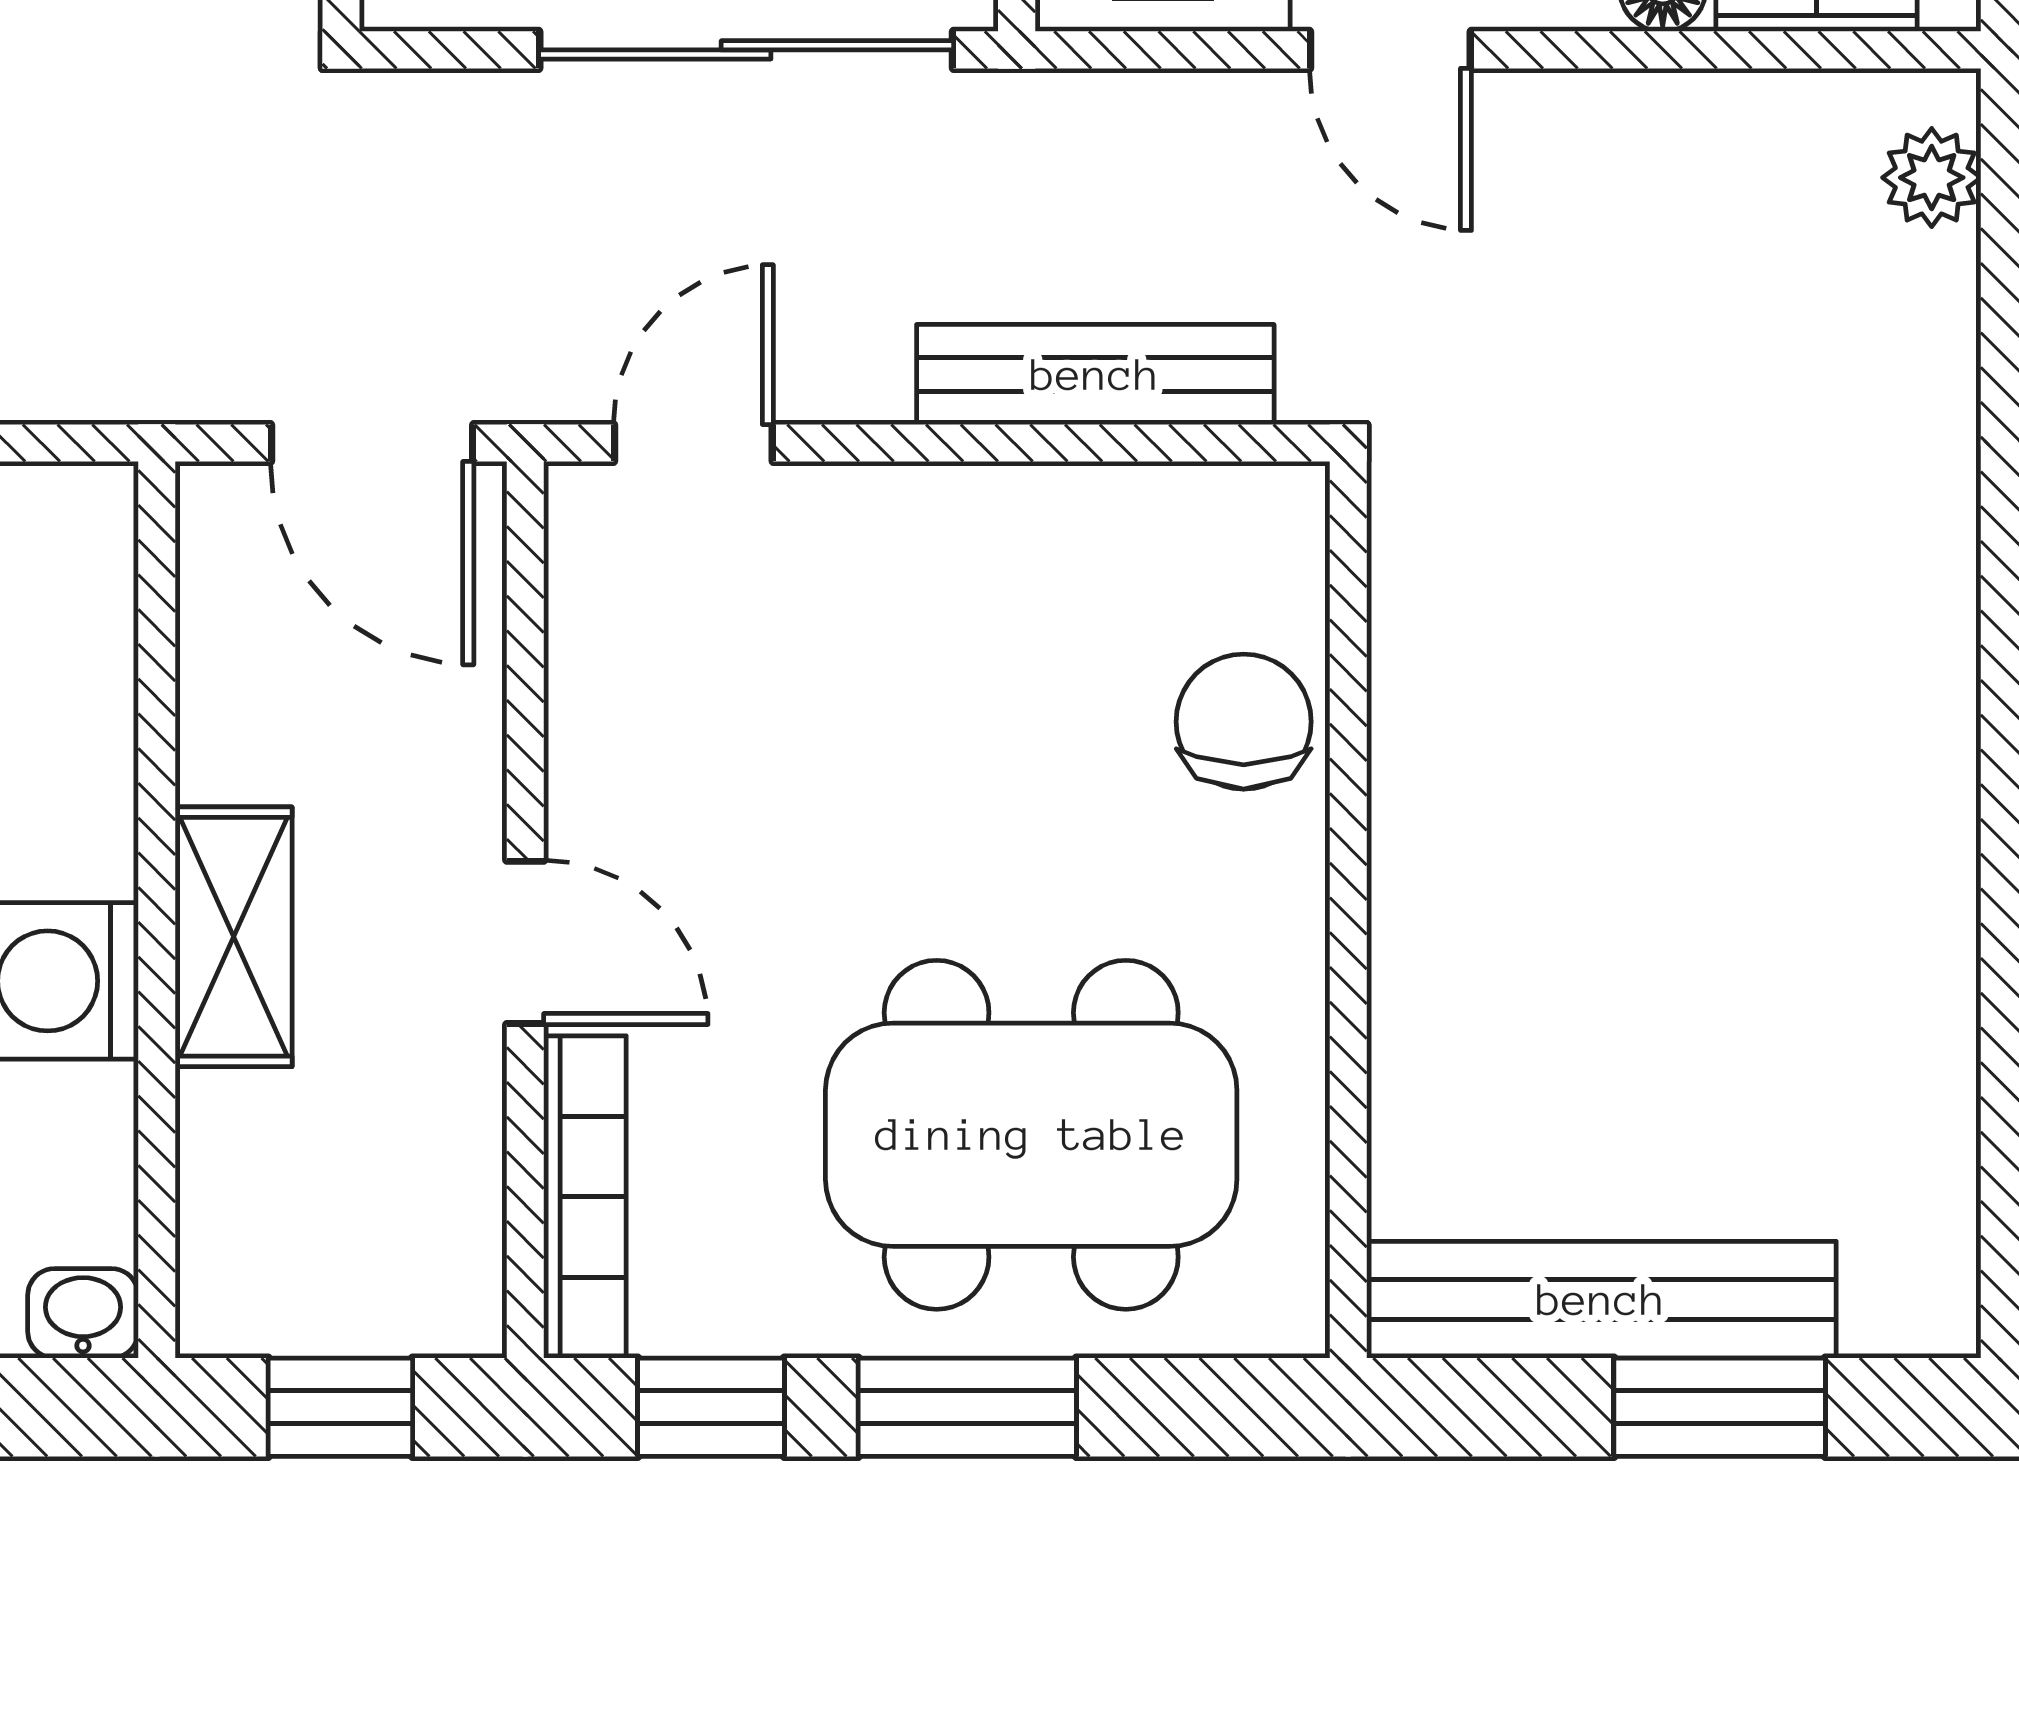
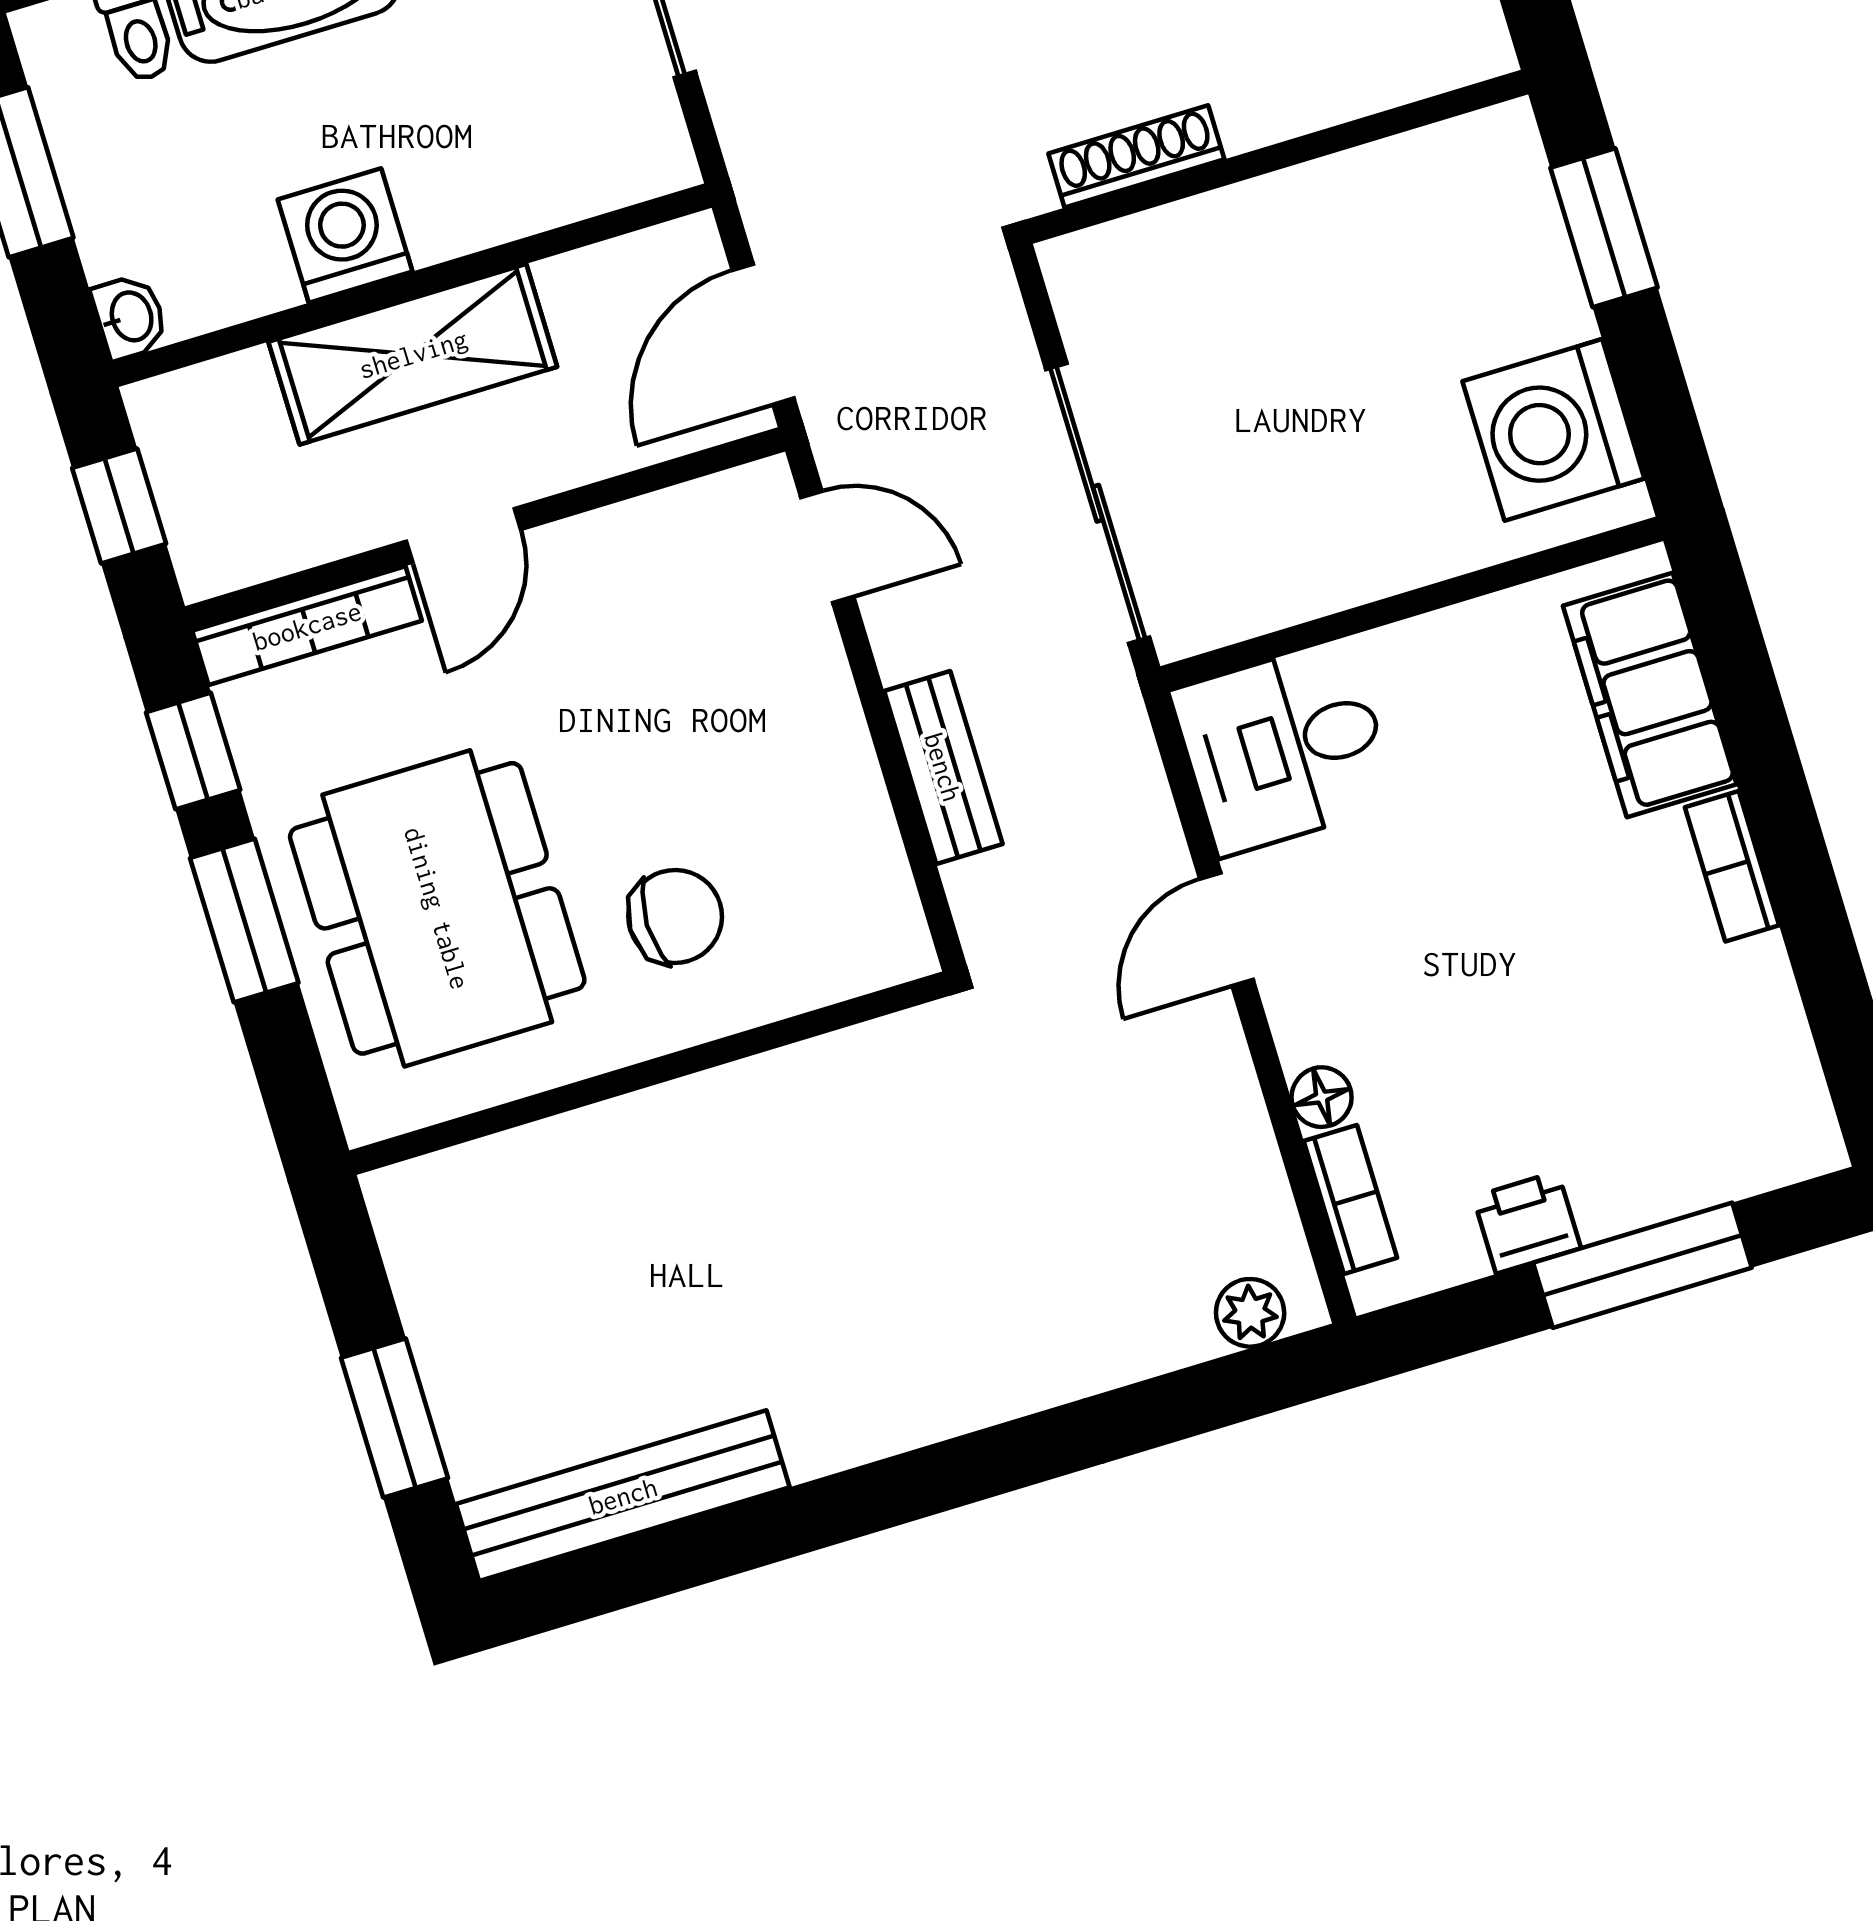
bench: (1095, 375) -> (943, 767), width x0.73
chair: (1244, 722) -> (675, 916), moved
shelving: (234, 937) -> (413, 354), width x1.50, depth x1.33
bench: (1601, 1300) -> (623, 1496), moved, turned 90

